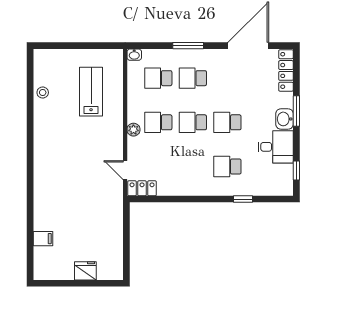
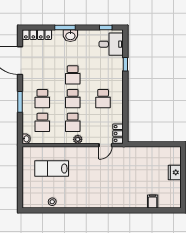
desk: (276, 147) -> (111, 44), moved, turned 90
school desk: (227, 167) -> (103, 99), moved

